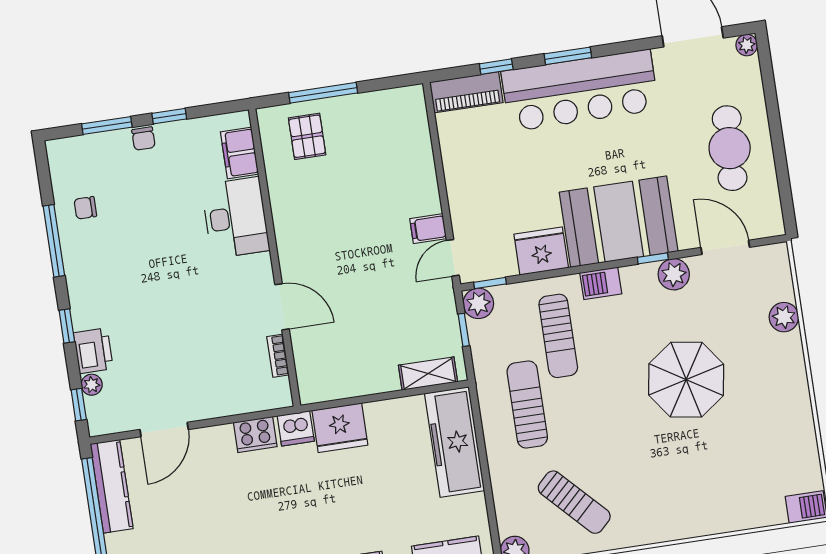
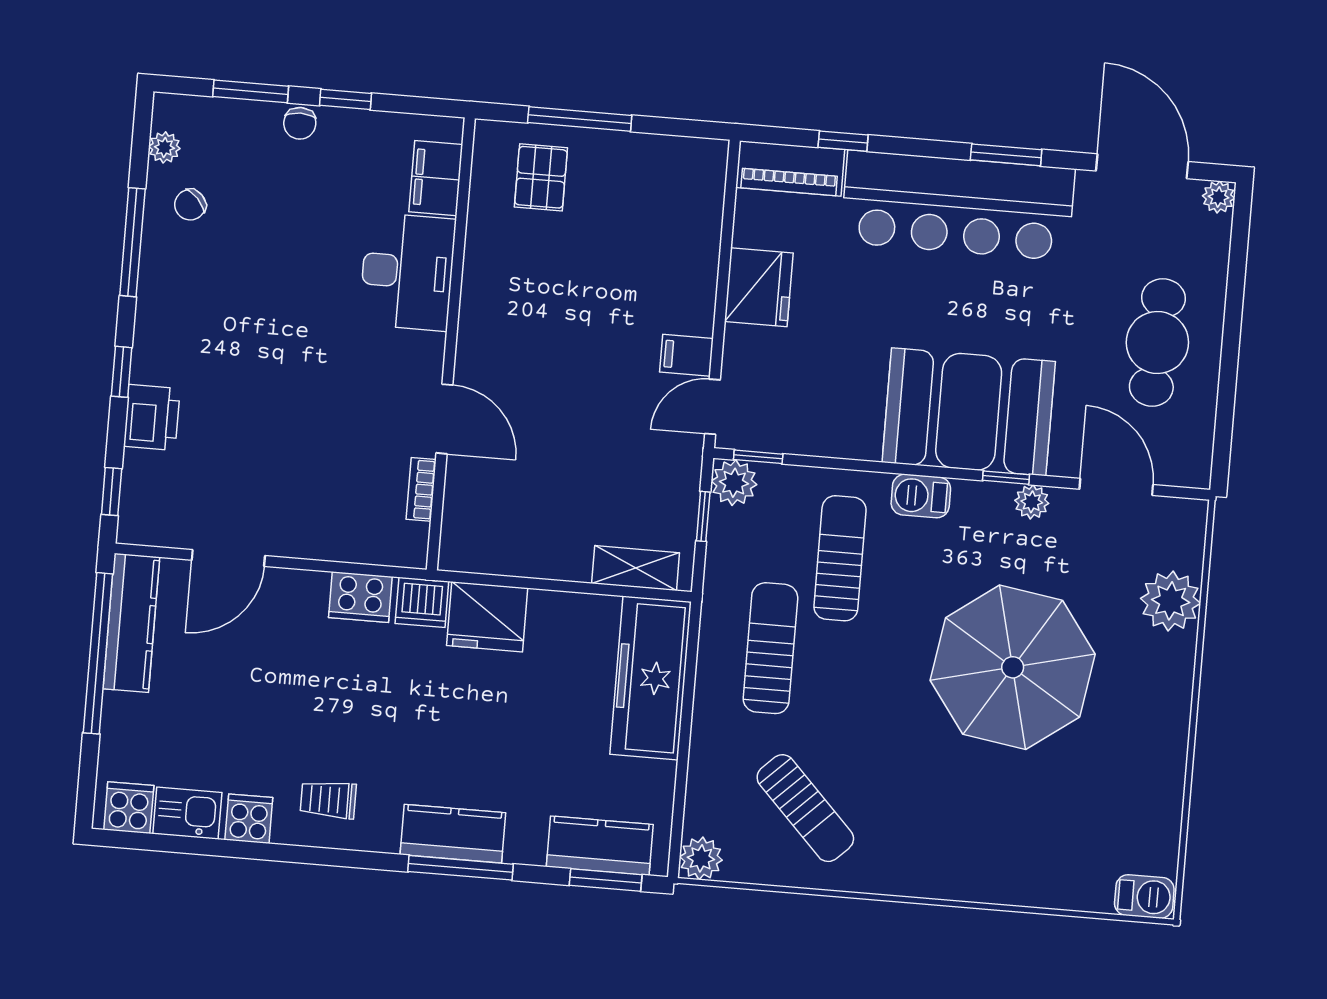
window: (568, 56) -> (1006, 155), moved
chair: (85, 208) -> (190, 205), turned -43
fridge: (541, 251) -> (759, 287), moved, turned 90
plant: (674, 274) -> (1032, 502), width x0.73, depth x0.73
plant: (784, 317) -> (1171, 601), width x1.36, depth x1.36
sun lounger: (558, 336) -> (840, 558), turned 180
parasol: (686, 380) -> (1013, 667), width x1.36, depth x1.36
plant: (92, 385) -> (164, 147), moved

